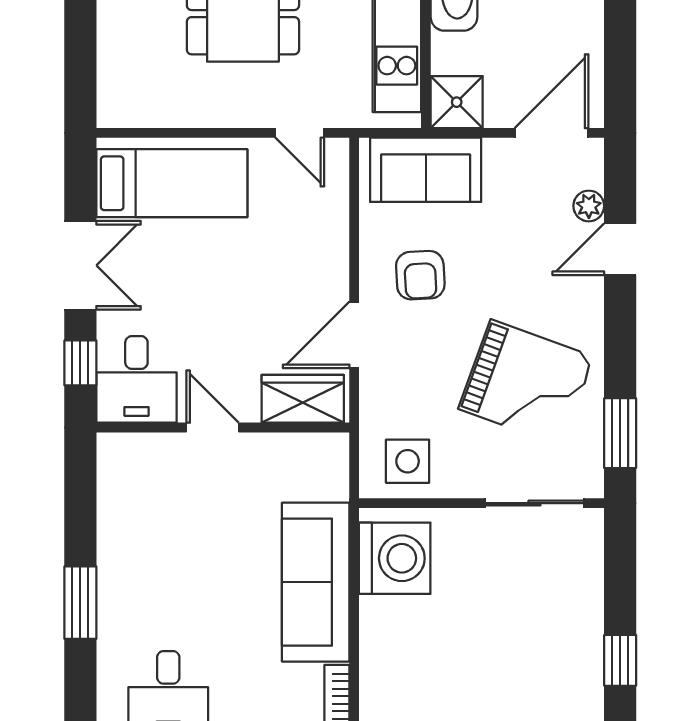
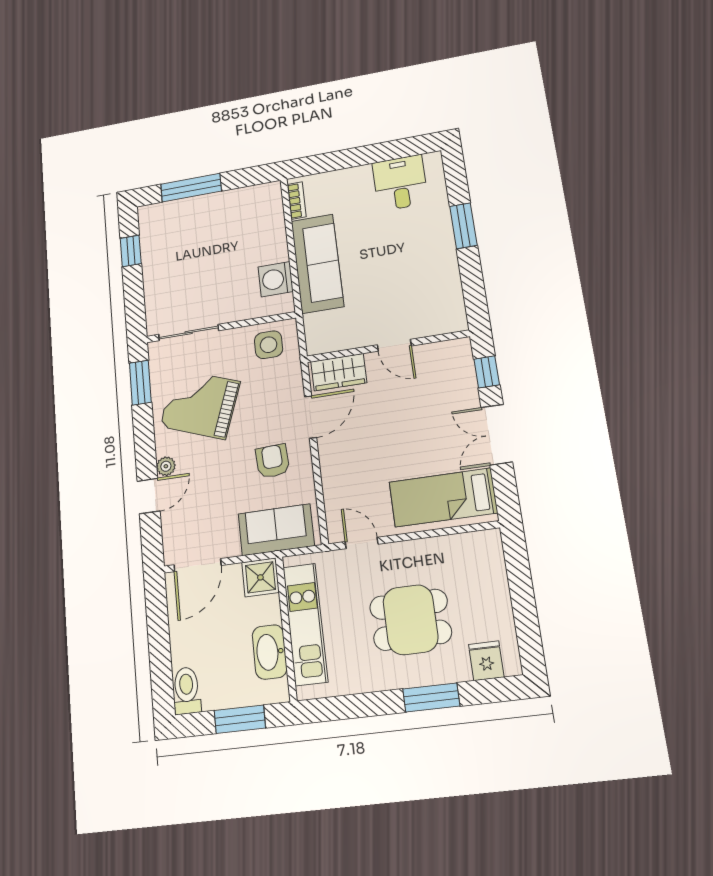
plant: (589, 206) -> (166, 466), moved
desk: (136, 379) -> (448, 367), removed
washing machine: (395, 558) -> (276, 279), width x0.73, depth x0.73

